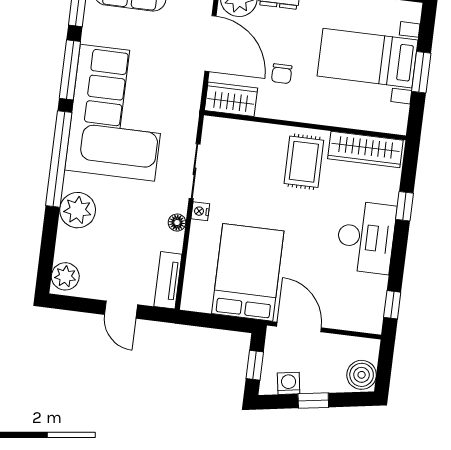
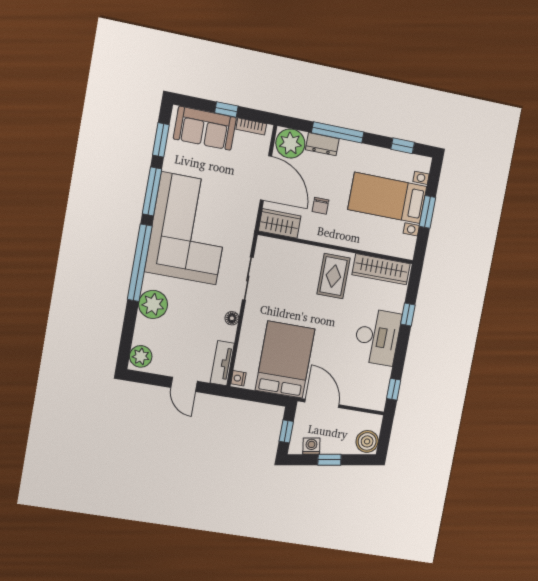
nightstand: (200, 211) -> (238, 378), moved

